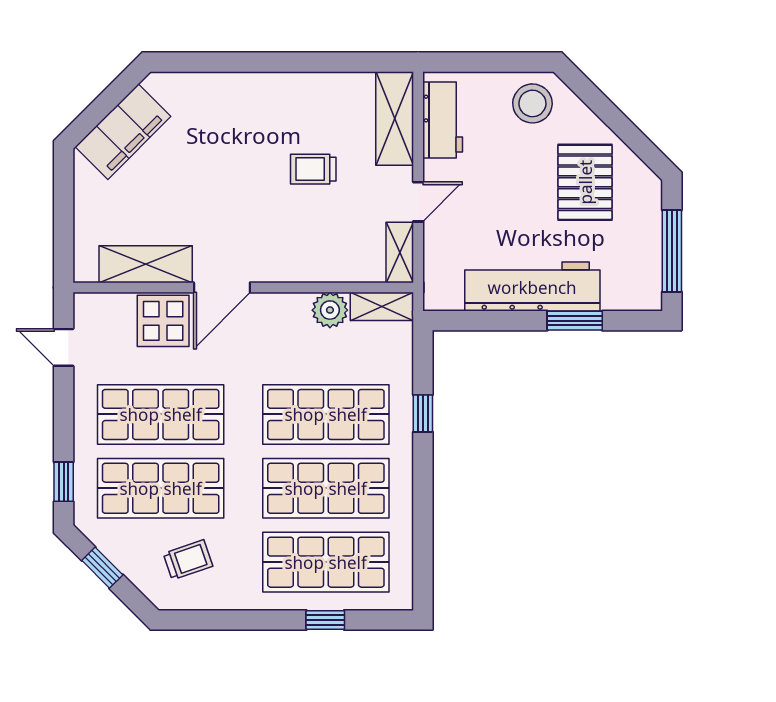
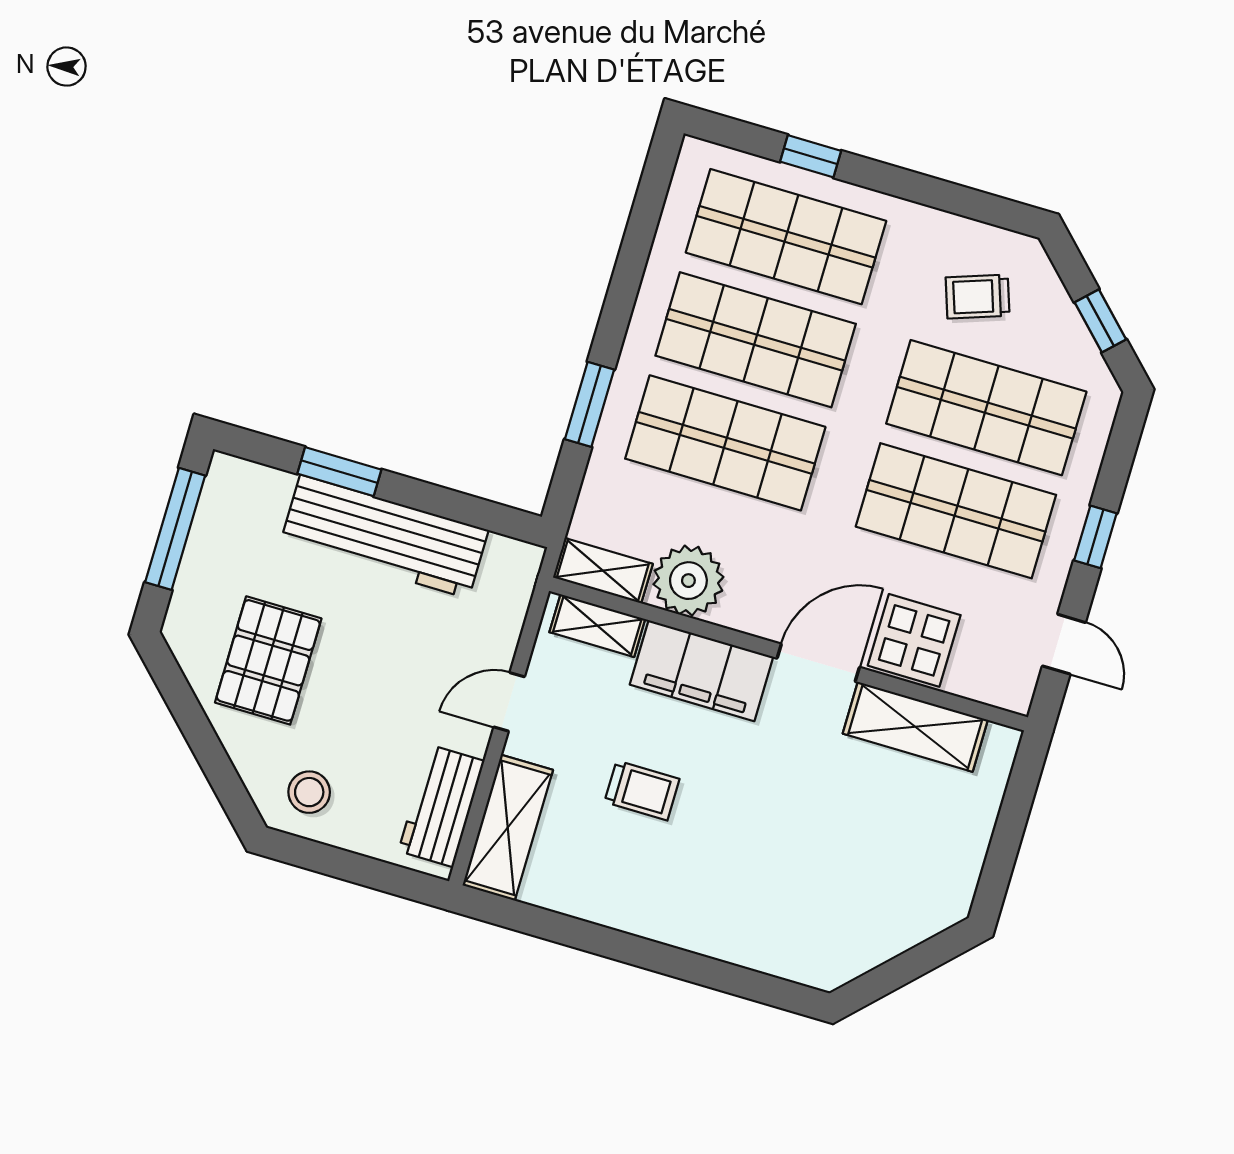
stool: (532, 103) -> (309, 792), width x0.73, depth x0.73
filing cabinet: (123, 132) -> (702, 671), moved, turned -135
shelving: (400, 252) -> (597, 626), moved, turned 90
plant: (330, 310) -> (688, 581), width x1.36, depth x1.36
window: (423, 413) -> (589, 404), width x1.50
window: (64, 482) -> (1095, 537), moved

